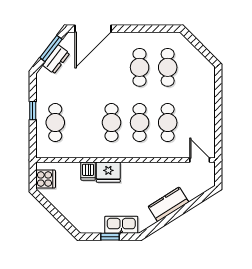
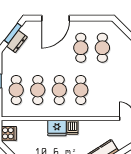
door: (93, 29) -> (56, 18), moved
cafe table: (168, 123) -> (38, 90), moved
dishwasher: (88, 171) -> (72, 127), moved

